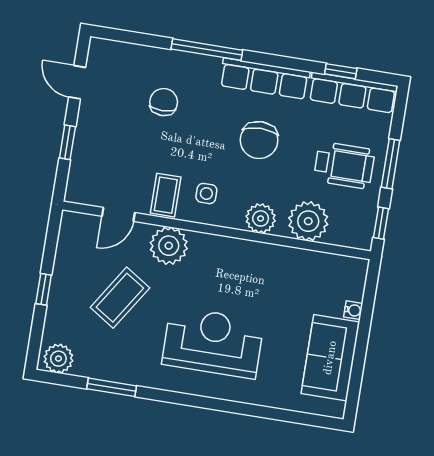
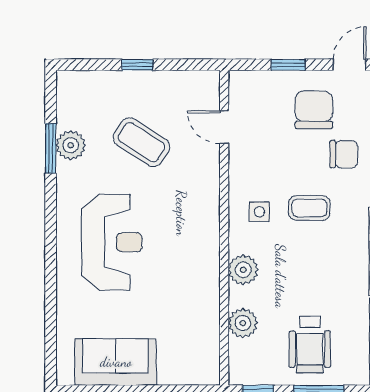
chair: (259, 140) -> (314, 110), moved, turned 90
coffee table: (166, 195) -> (309, 208), moved
plant: (308, 221) -> (243, 323), width x0.73, depth x0.73
plant: (169, 246) -> (201, 183), removed
water cooler: (353, 310) -> (167, 377), removed
plant: (58, 359) -> (71, 145), moved

